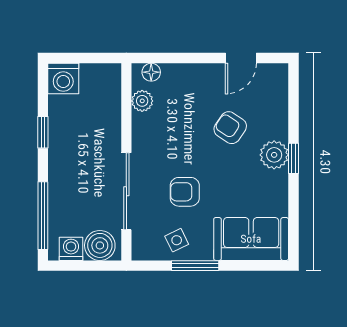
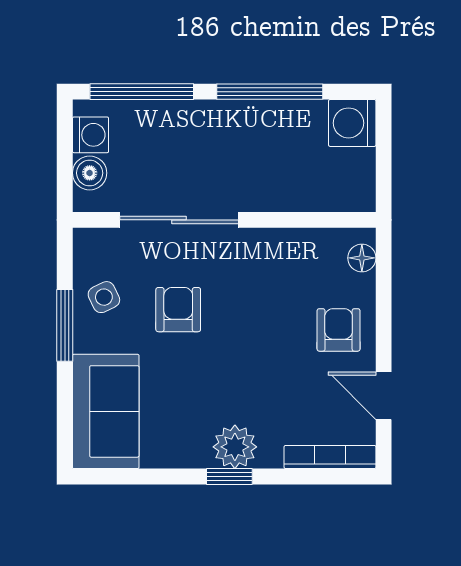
bookcase: (281, 93) -> (330, 457), added
plant: (142, 101) -> (318, 244), removed
armchair: (230, 128) -> (339, 330), moved, turned -34
window: (43, 132) -> (270, 92), width x2.17
boiler: (100, 245) -> (90, 173), width x0.73, depth x0.73

